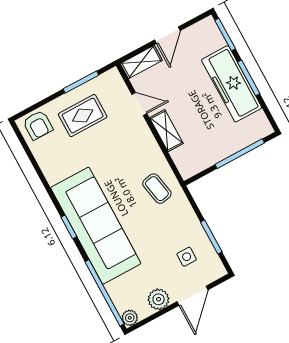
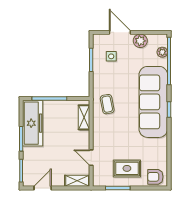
door: (167, 35) -> (43, 188), moved
freezer: (232, 84) -> (33, 123), moved
armchair: (38, 125) -> (155, 177), turned -90
shelving: (166, 131) -> (84, 117), moved
door: (192, 296) -> (120, 32), hinge flipped
plant: (130, 318) -> (162, 52), moved

